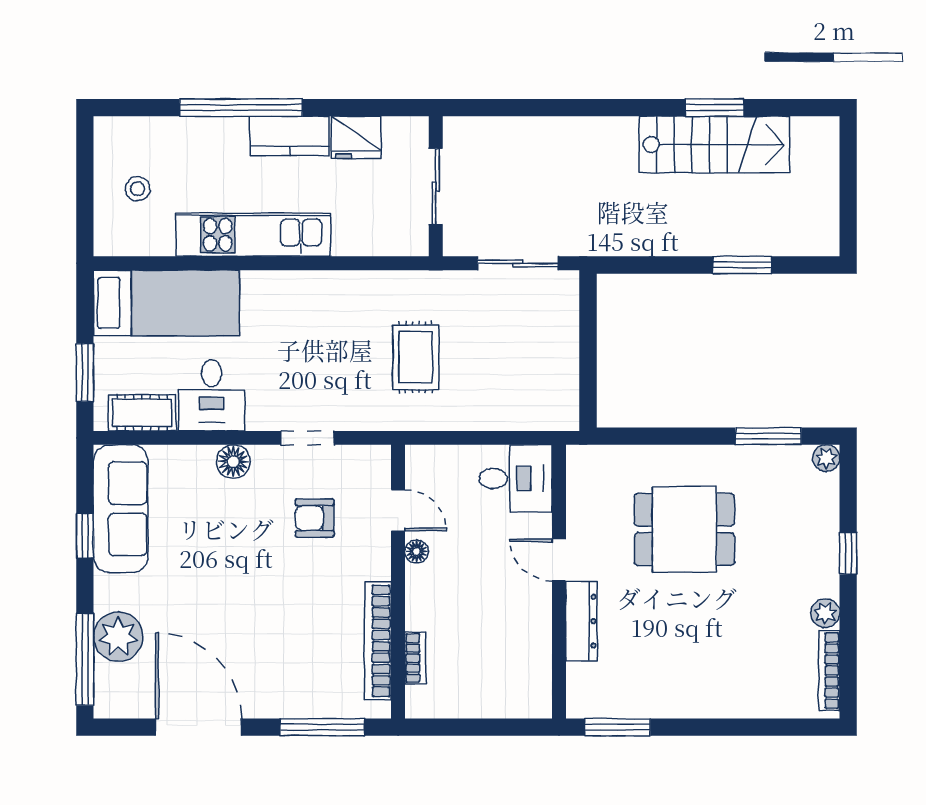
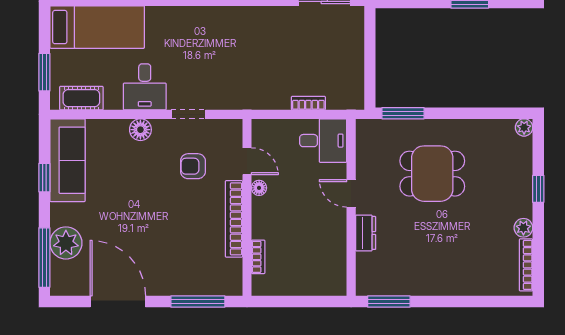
rug: (416, 357) -> (258, 62), removed
desk: (212, 395) -> (145, 87), moved
bookcase: (493, 421) -> (308, 103), added
window: (768, 436) -> (403, 113), moved
dresser: (581, 621) -> (366, 233), width x0.70
bookcase: (378, 641) -> (234, 219), moved

